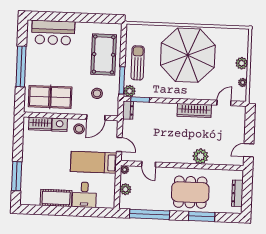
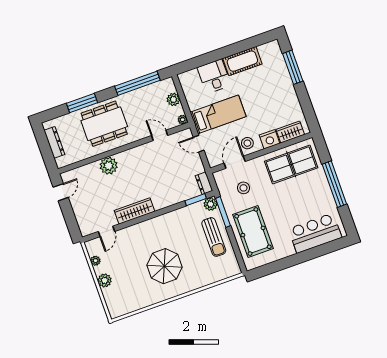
parasol: (188, 55) -> (164, 266), width x0.54, depth x0.54

